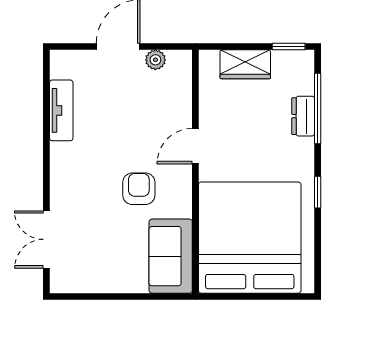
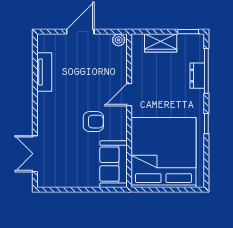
plant: (155, 60) -> (119, 40), moved
armchair: (139, 189) -> (93, 122), turned 90

